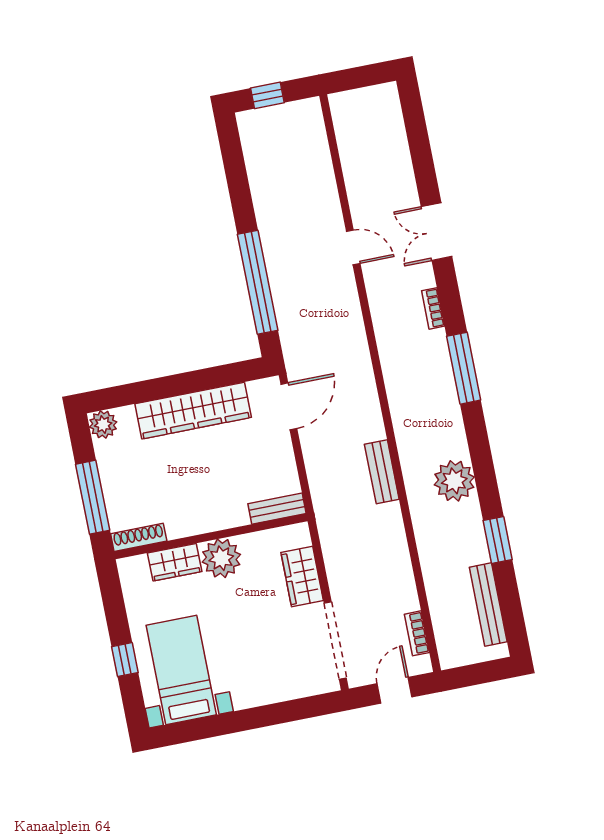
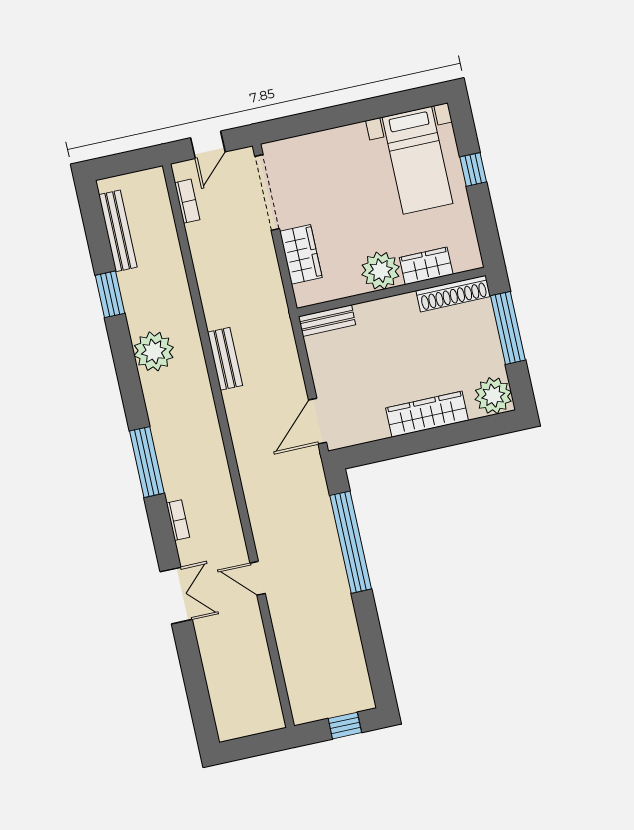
wardrobe: (193, 411) -> (427, 414), width x0.71, depth x0.85
plant: (103, 424) -> (493, 396), width x1.36, depth x1.36
shoe rack: (139, 537) -> (453, 294), width x1.36, depth x1.24

